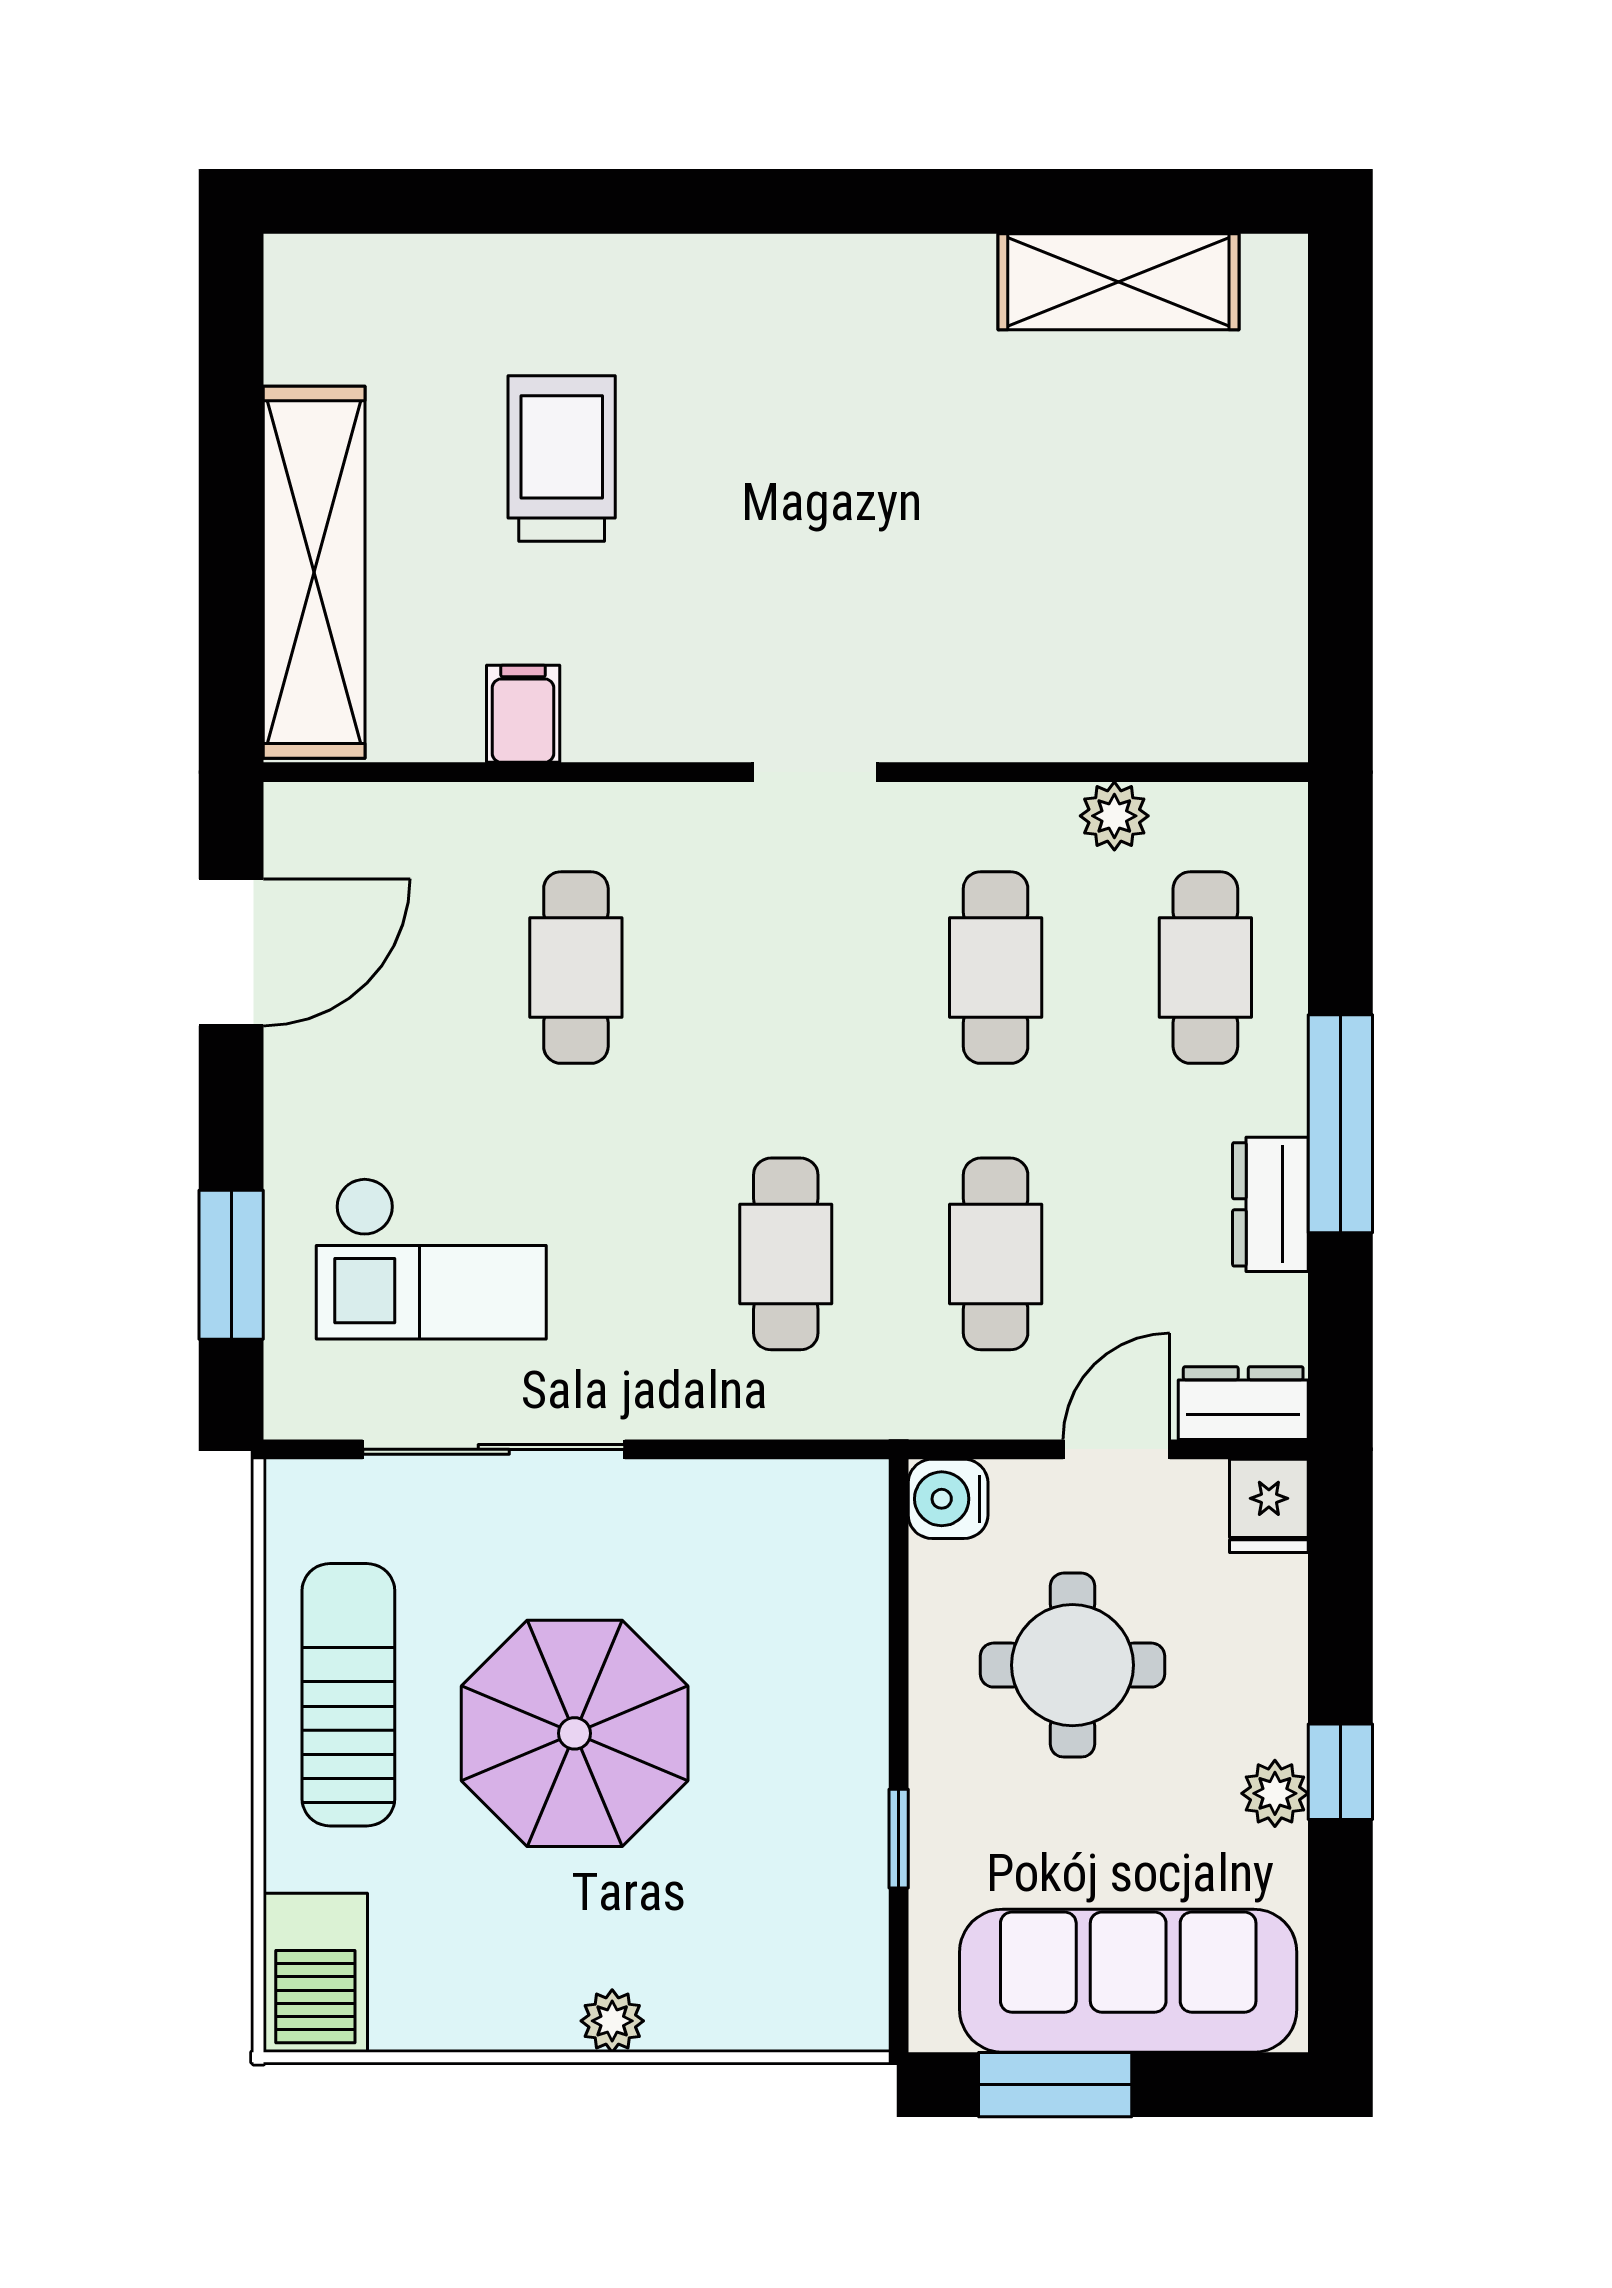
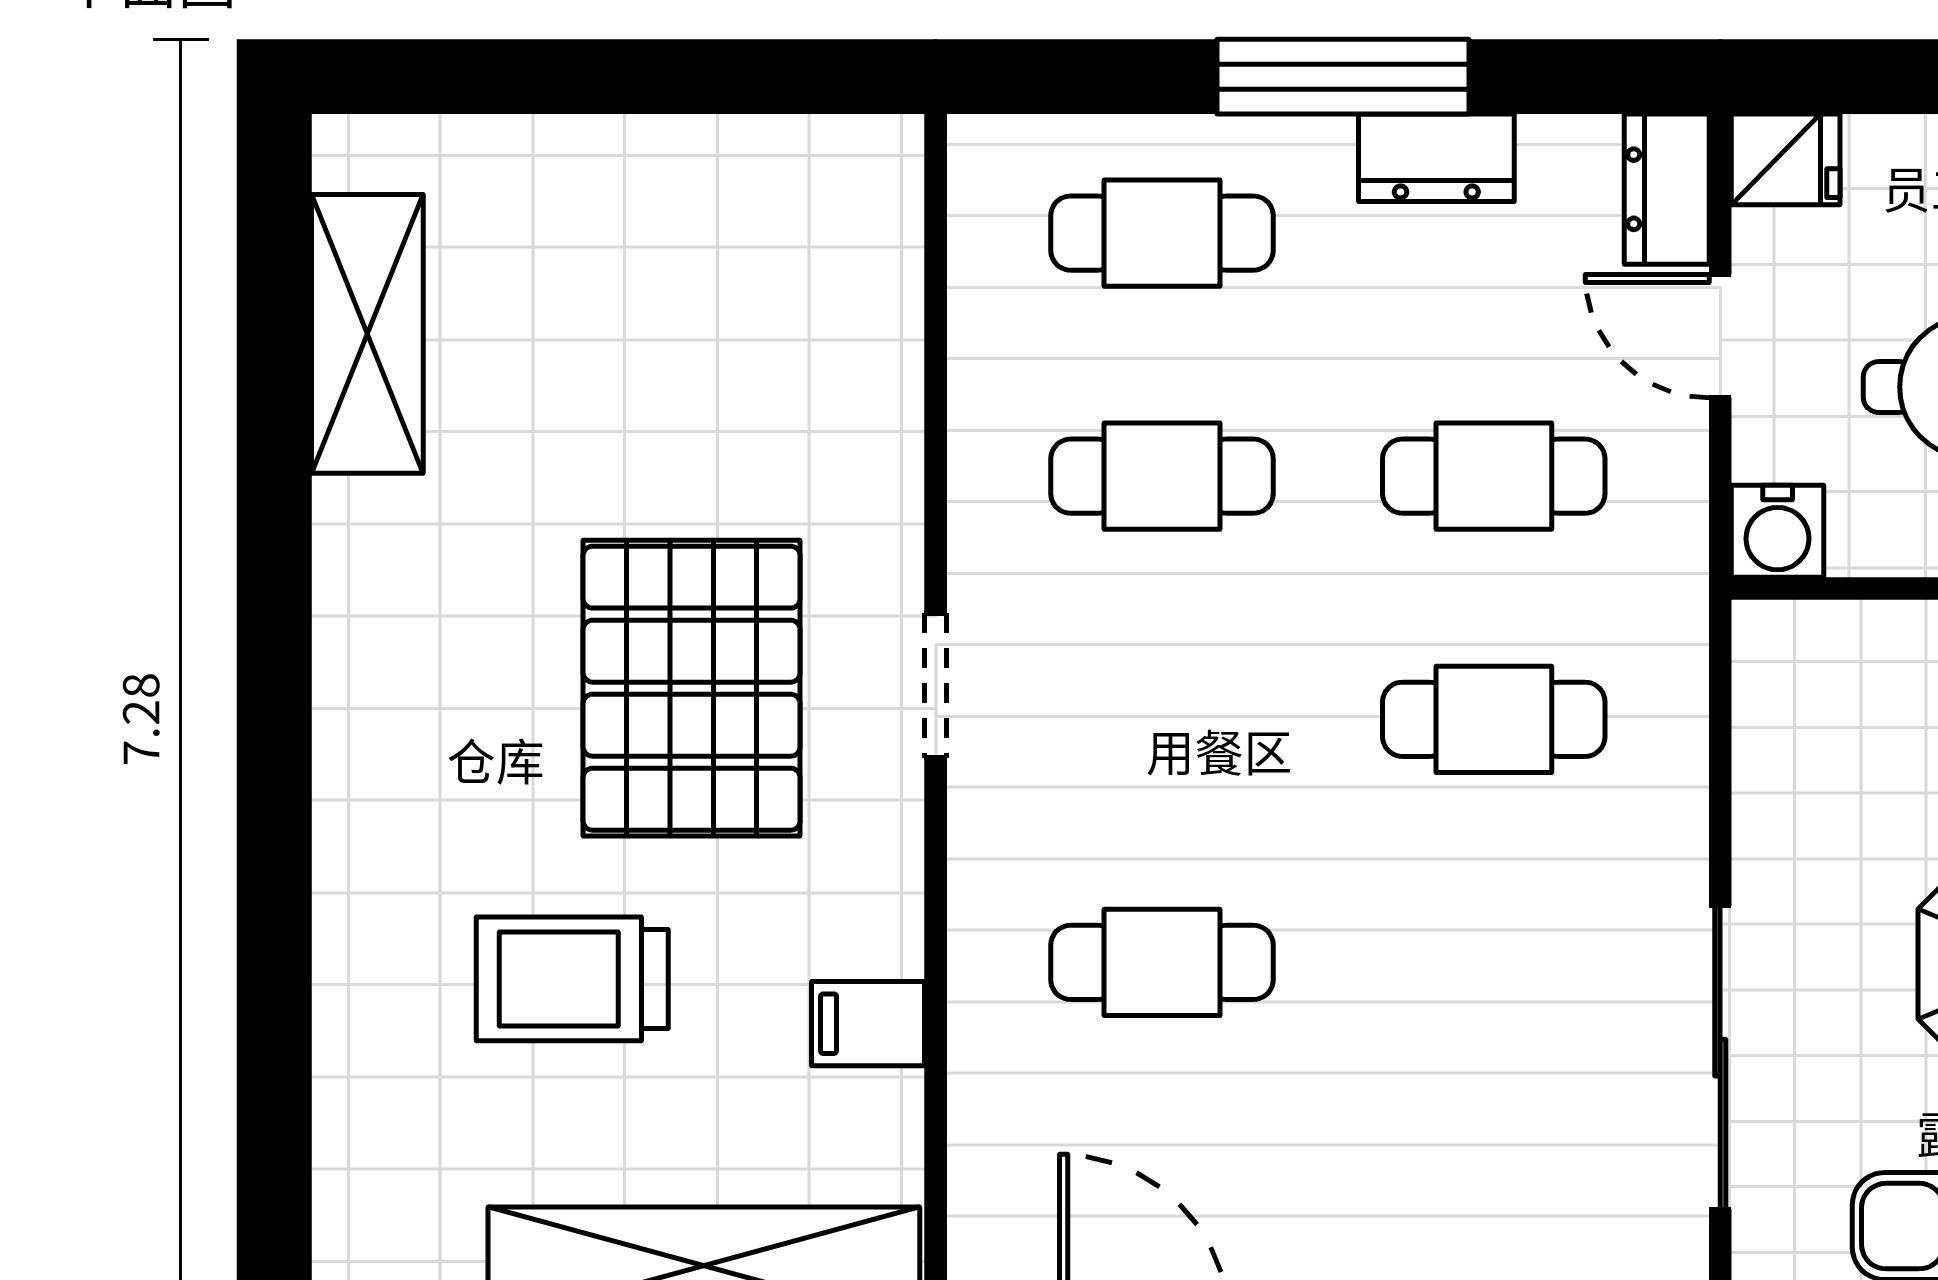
pallet: (813, 562) -> (692, 688), added
plant: (1114, 816) -> (986, 339), removed
checkout: (431, 1258) -> (1499, 1130), removed

